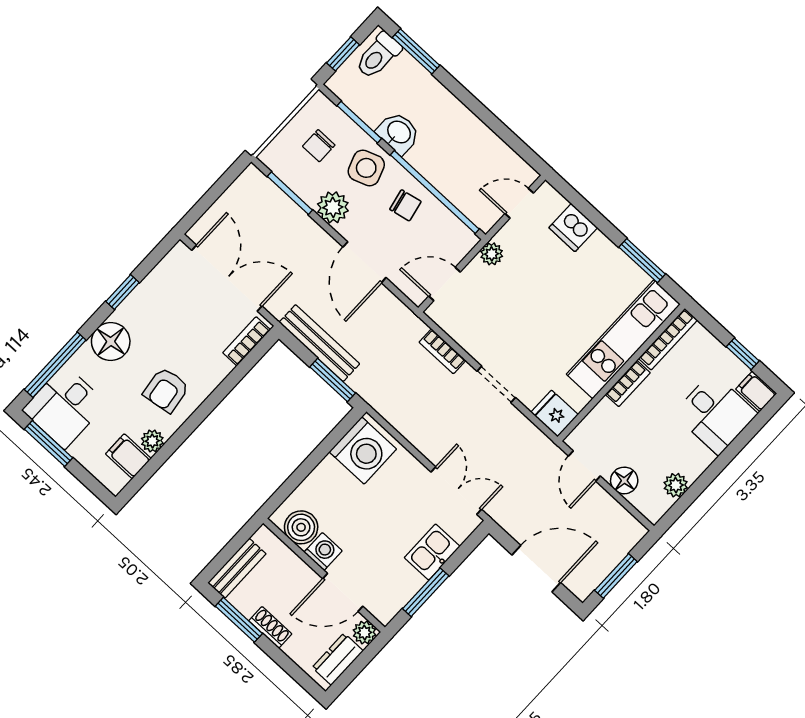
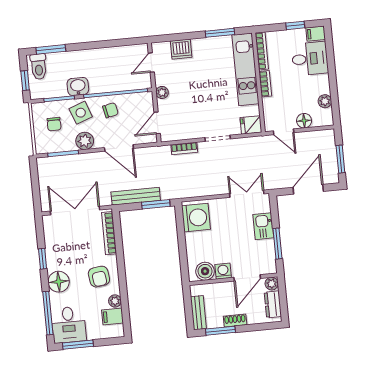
bookcase: (247, 341) -> (109, 233), width x1.56

